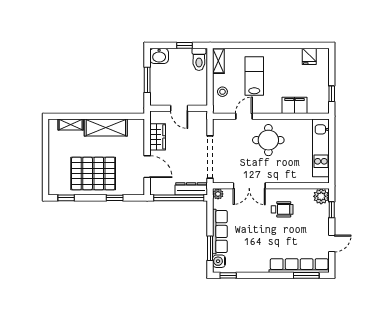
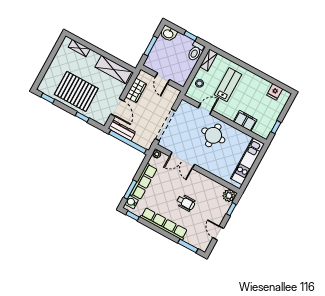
shelving: (106, 128) -> (113, 69), moved
dresser: (191, 189) -> (122, 130), moved
wheelchair: (282, 209) -> (186, 203), moved
door: (332, 243) -> (218, 233), swing flipped
row of seats: (299, 266) -> (164, 224), moved

